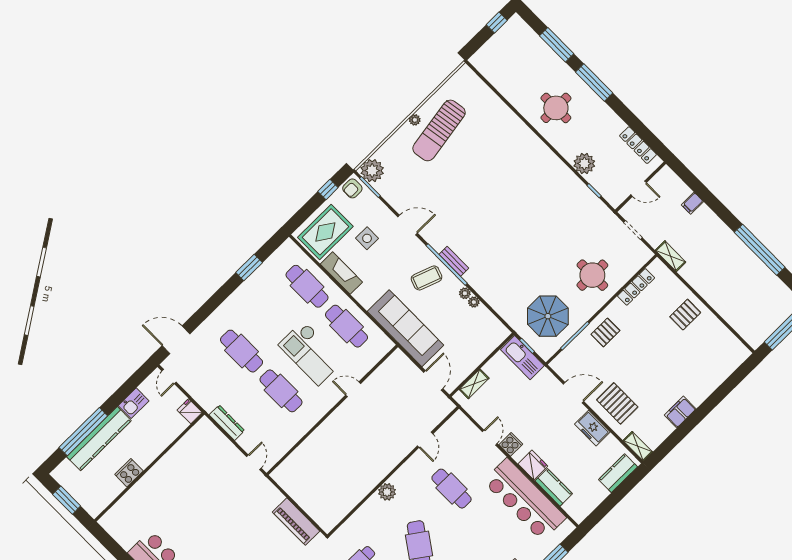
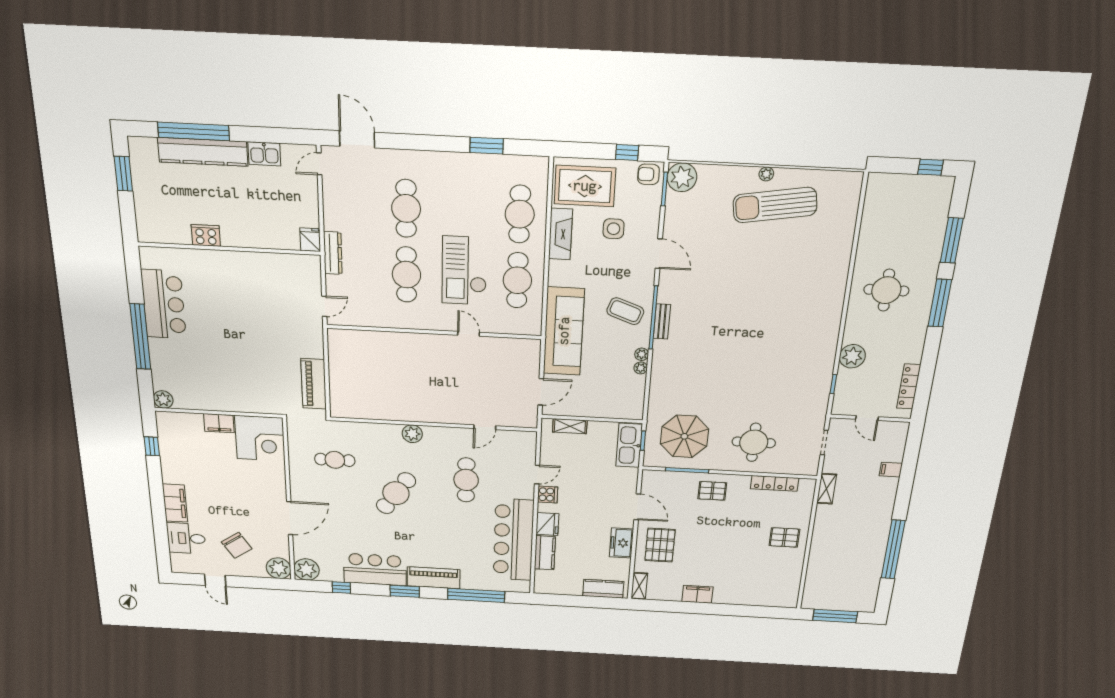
fridge: (190, 411) -> (310, 240), moved
wall: (149, 467) -> (229, 249), moved
cooker: (129, 473) -> (206, 235), moved

